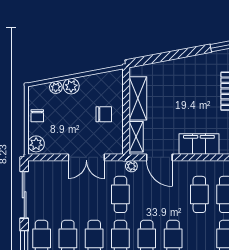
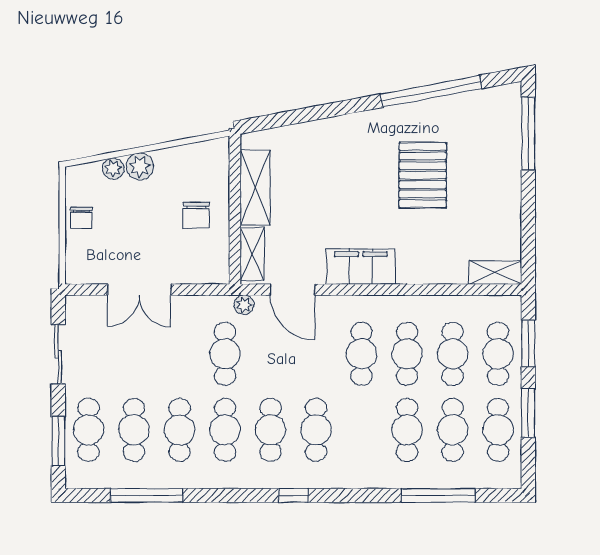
chair: (104, 114) -> (196, 215), turned 90
plant: (36, 144) -> (79, 266), removed
double door: (86, 157) -> (139, 290), moved
sliding door: (24, 195) -> (58, 354), width x0.73

